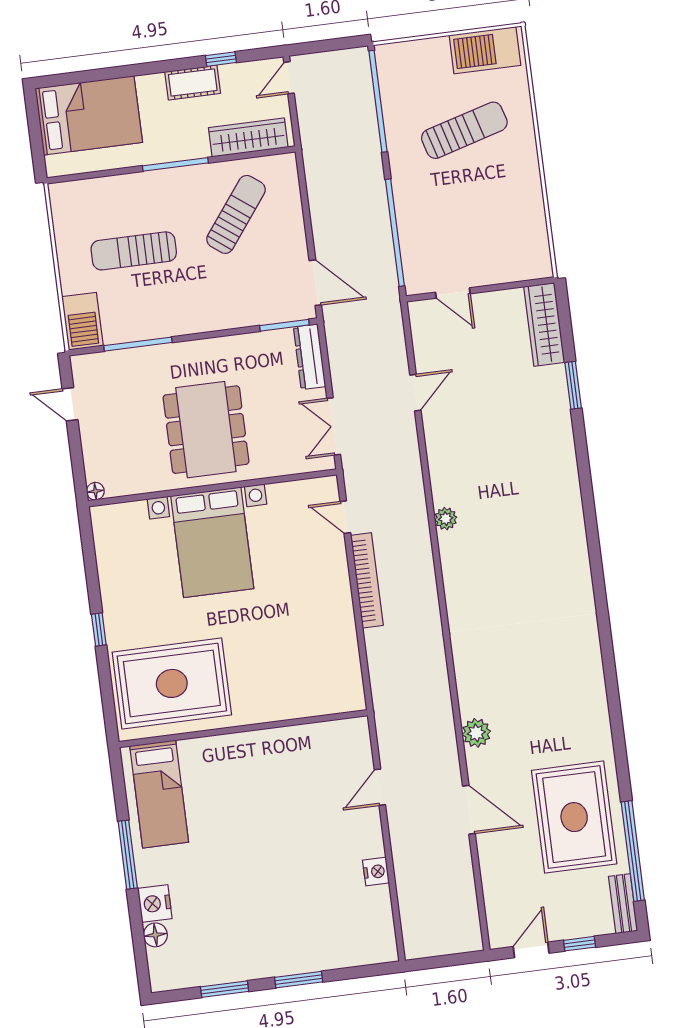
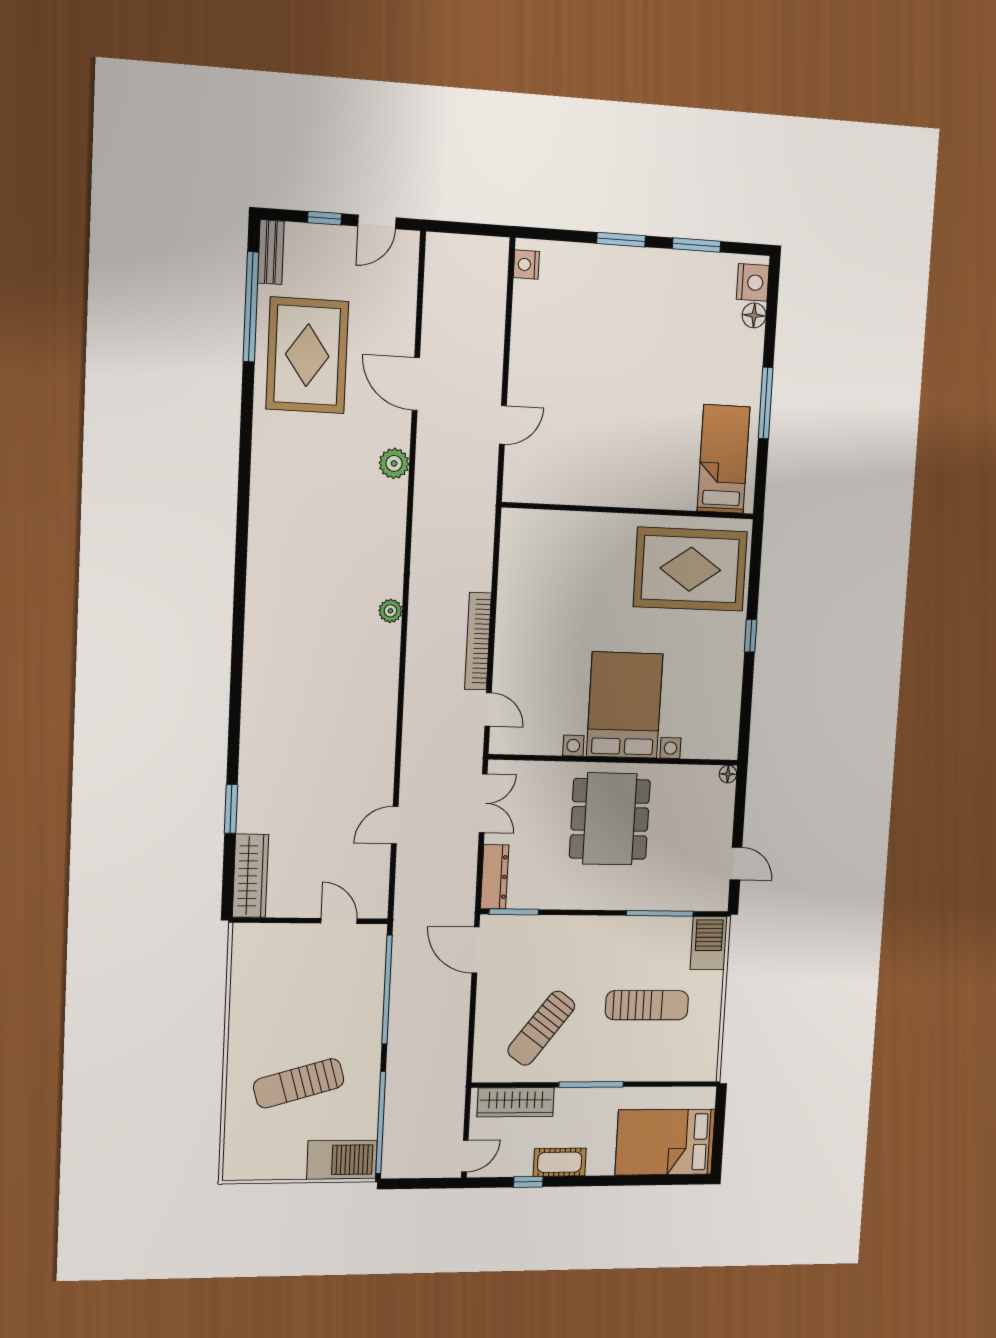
barbecue: (485, 50) -> (342, 1160), moved
plant: (446, 519) -> (390, 611), moved
nightstand: (376, 872) -> (526, 265), moved
nightstand: (155, 903) -> (753, 282), moved

